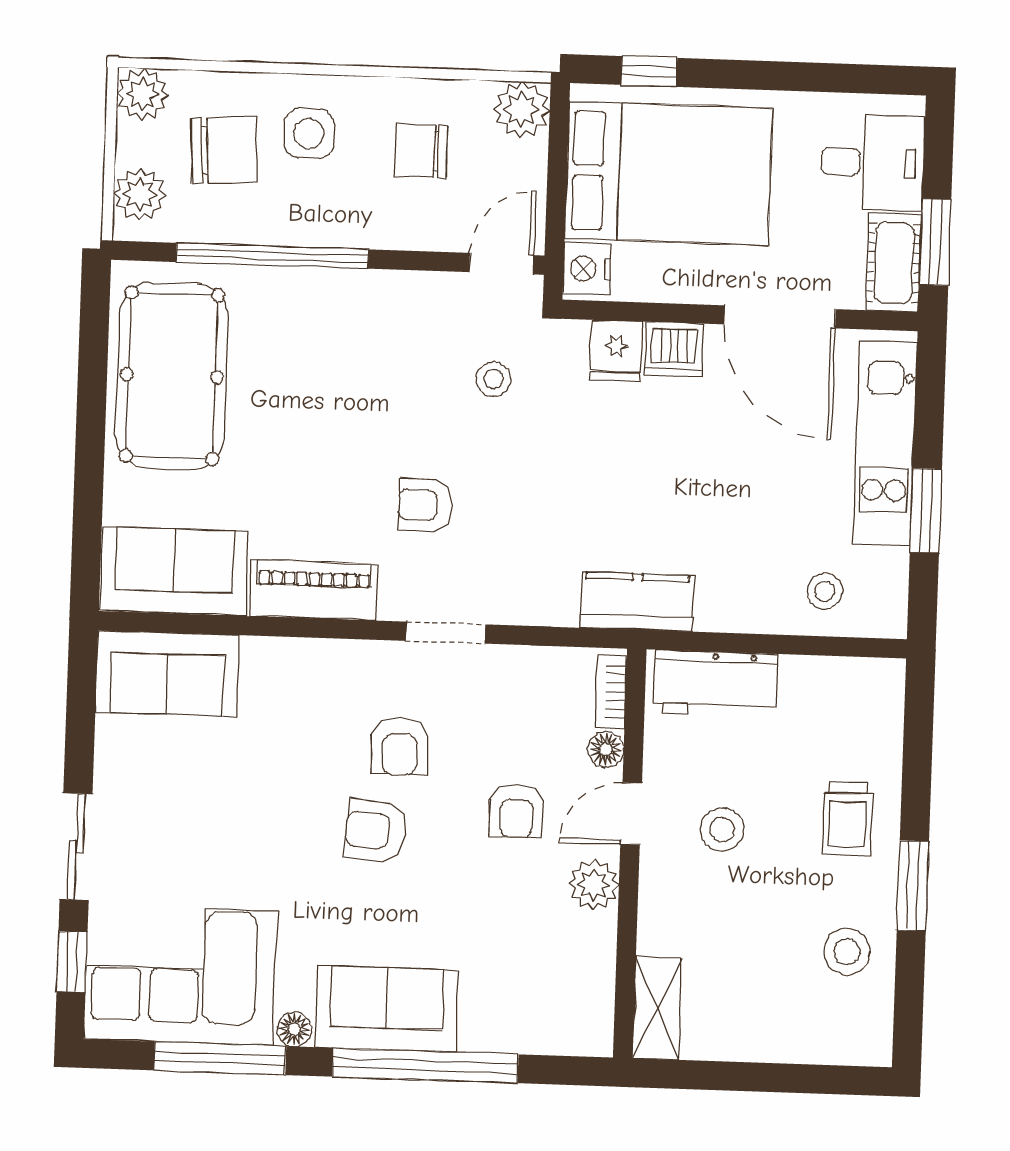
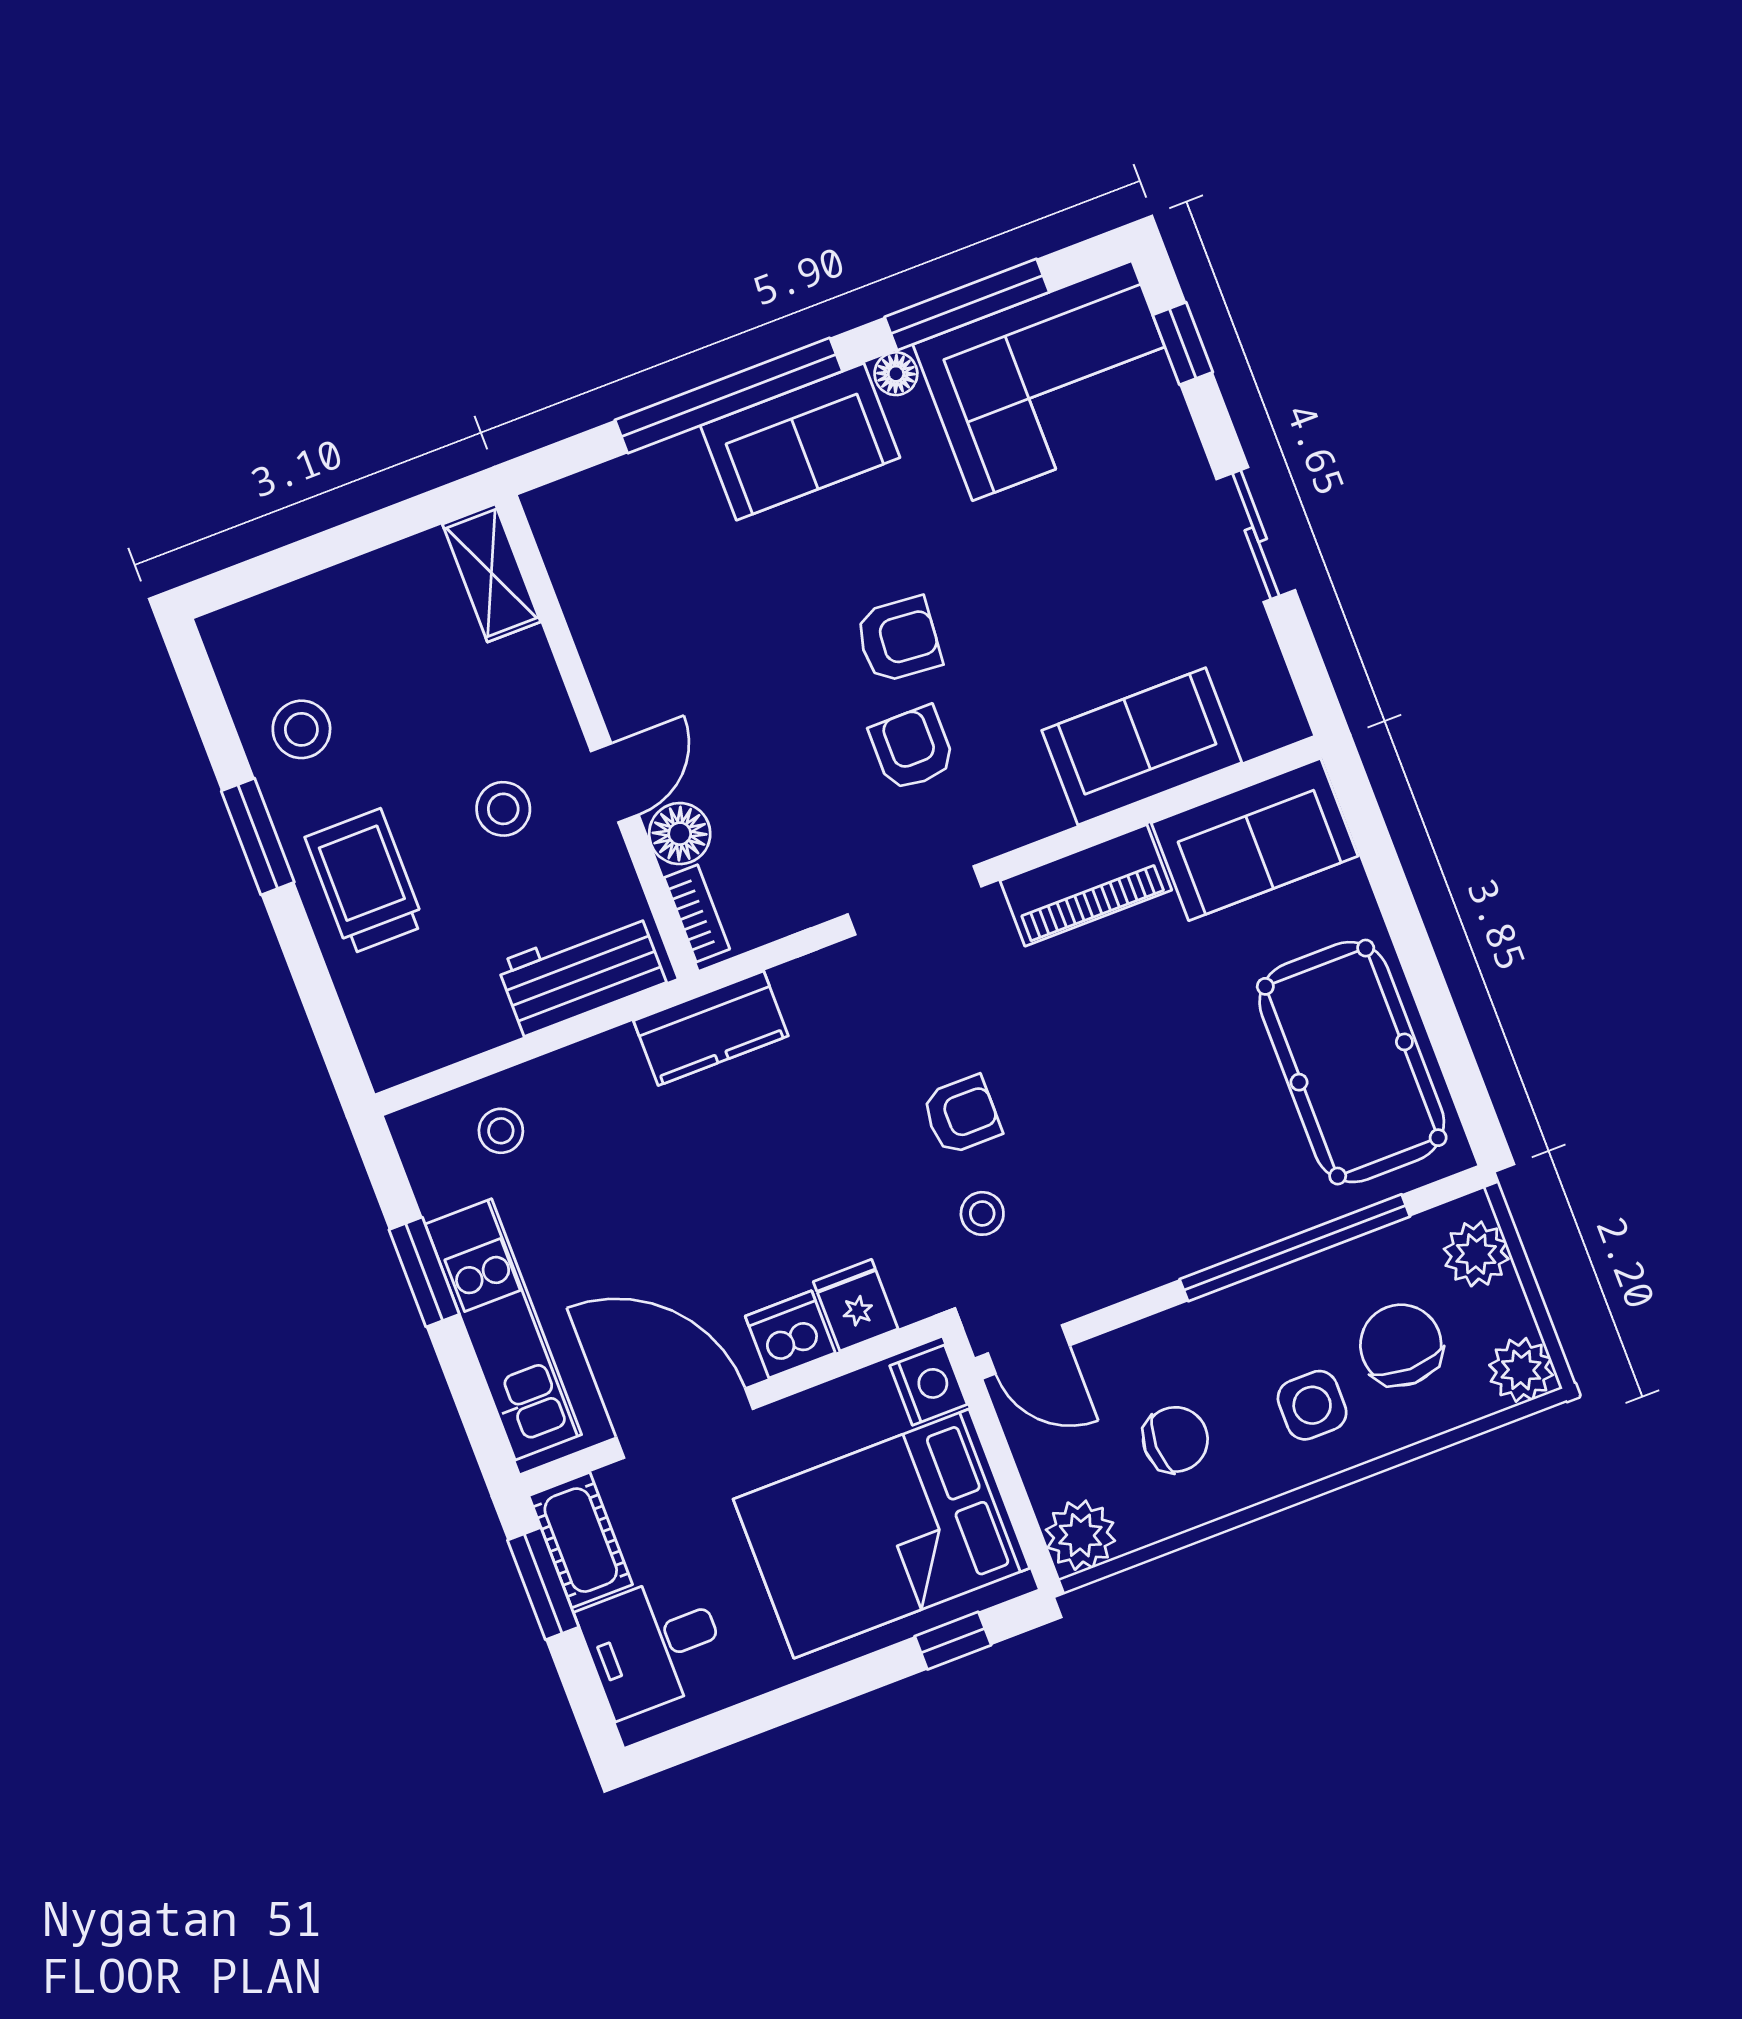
chair: (224, 150) -> (1401, 1345), turned 93
door: (502, 264) -> (1029, 1349), hinge flipped
armchair: (425, 505) -> (962, 1115), moved
doorway: (446, 633) -> (914, 900), width x1.38
sofa: (167, 674) -> (1142, 746), moved
floor lamp: (606, 749) -> (680, 834), width x1.37, depth x1.37
armchair: (516, 811) -> (747, 731), removed
trolley: (847, 819) -> (365, 881), width x1.36, depth x1.39
sliding door: (76, 847) -> (1256, 535), moved
plant: (594, 885) -> (623, 684), removed

